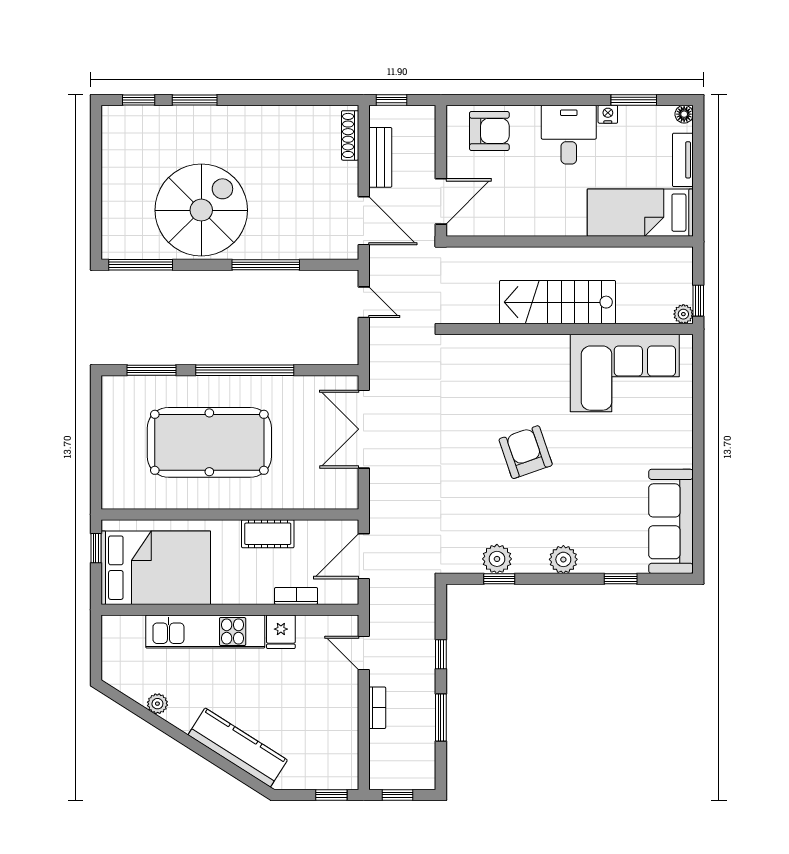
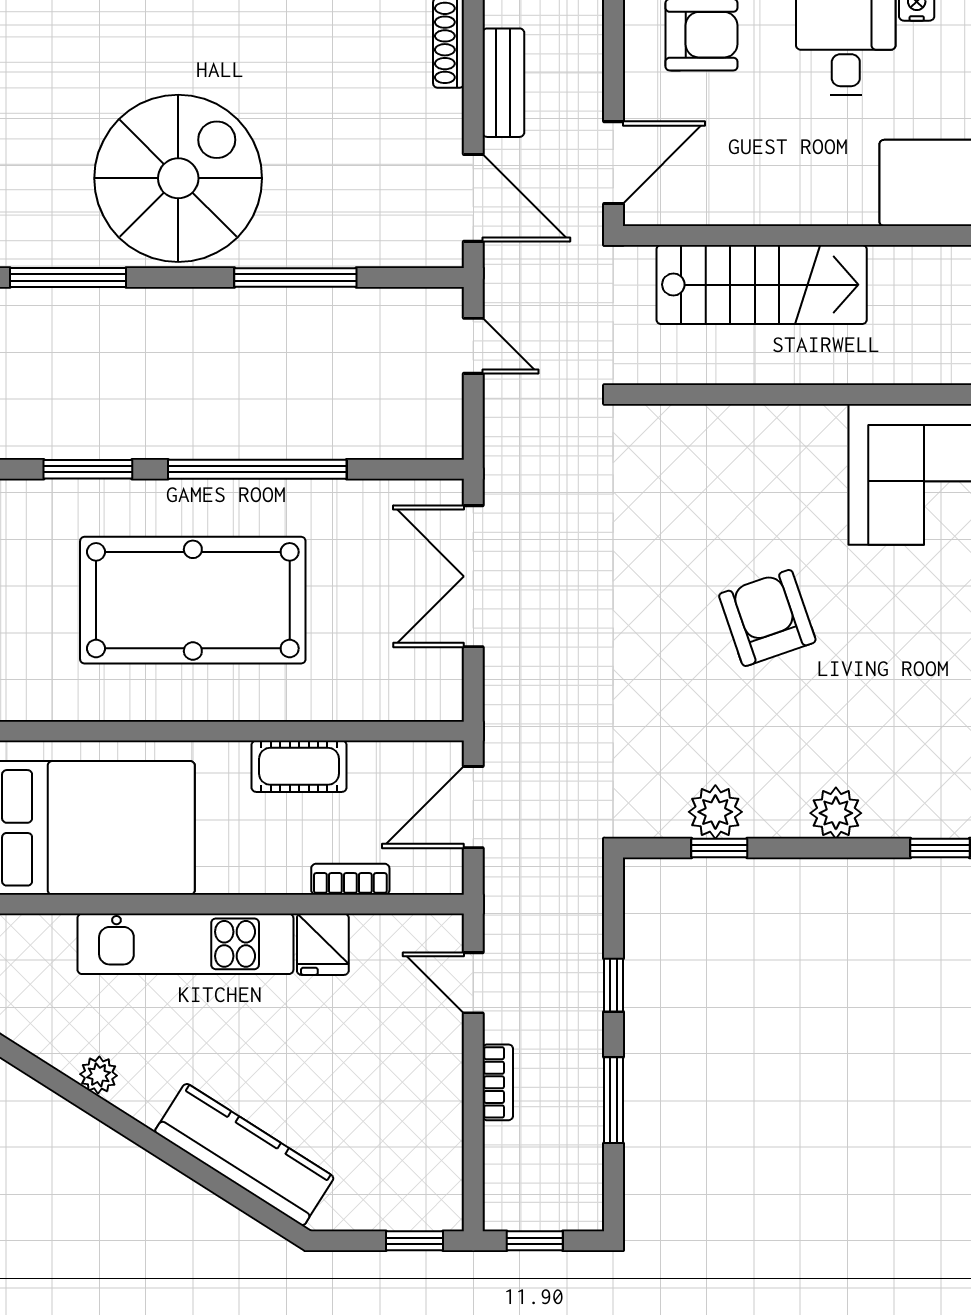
stairs: (558, 302) -> (762, 285), moved, turned 180

